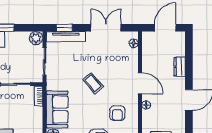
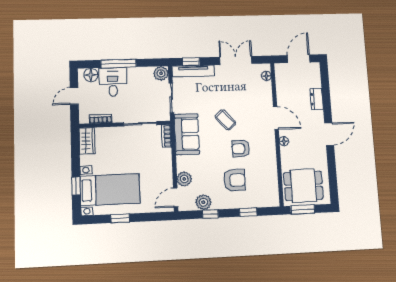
sofa: (57, 109) -> (187, 134), moved
armchair: (117, 113) -> (241, 149), moved, turned 90

